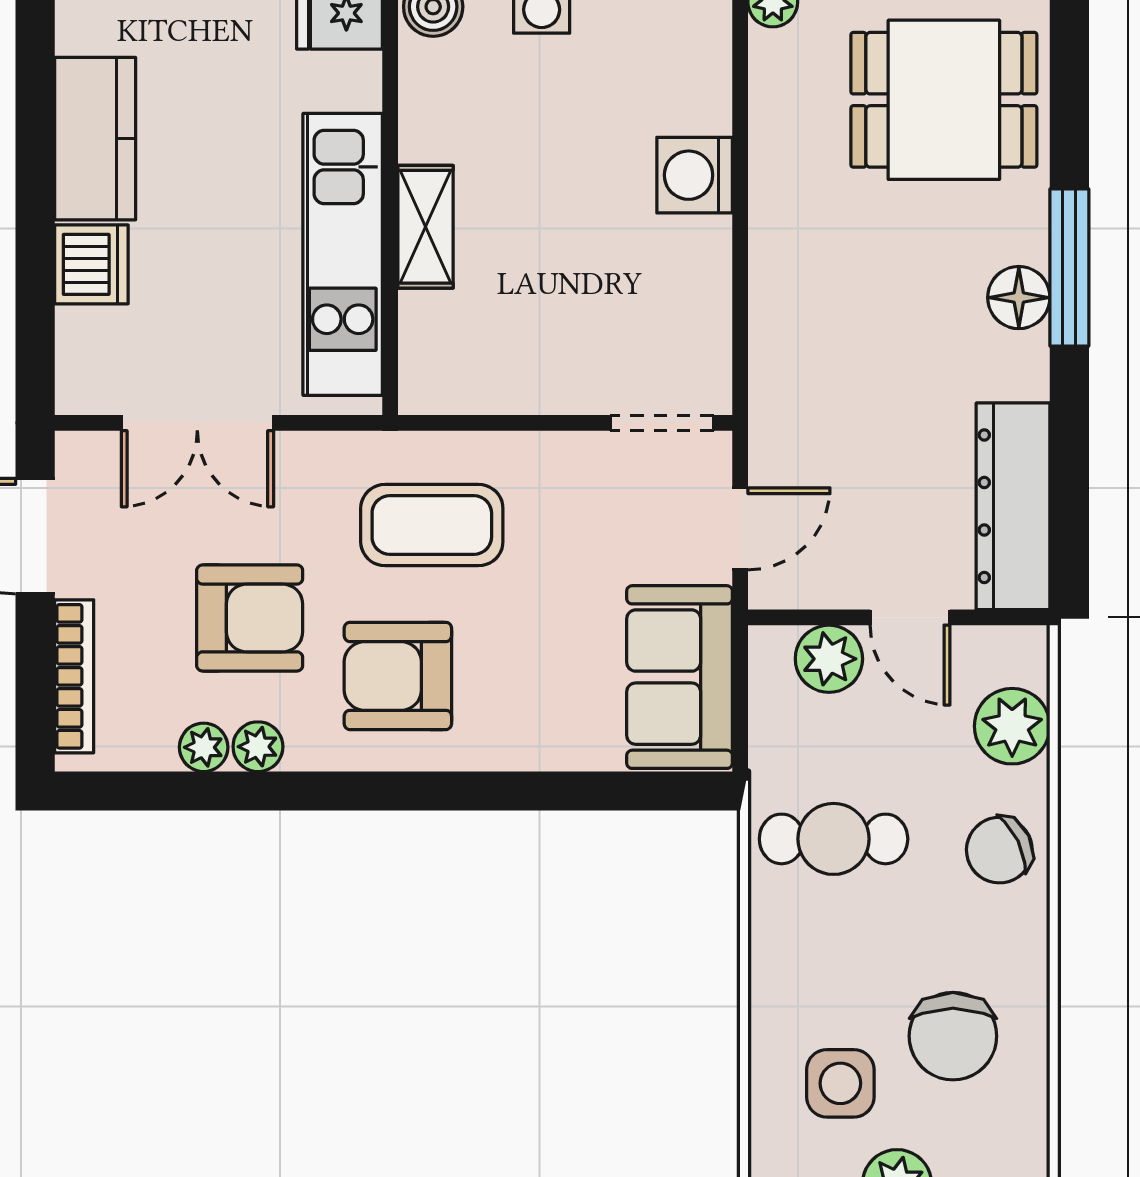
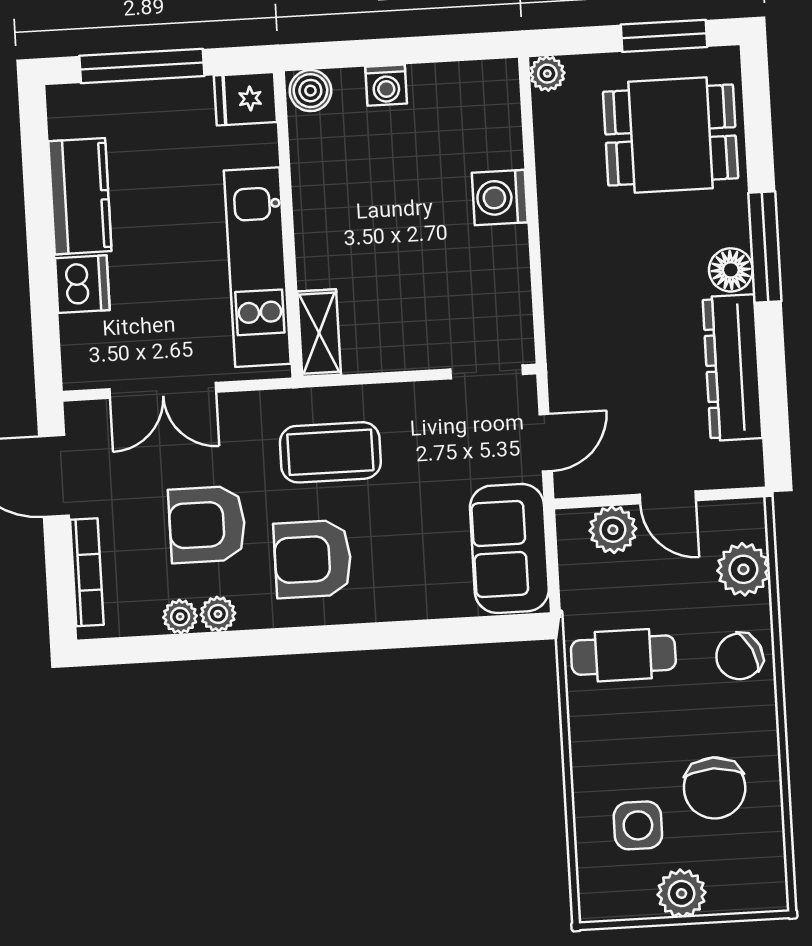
shelving: (426, 227) -> (319, 333), moved
dresser: (1013, 506) -> (732, 368), moved
armchair: (250, 618) -> (207, 524), turned 180

